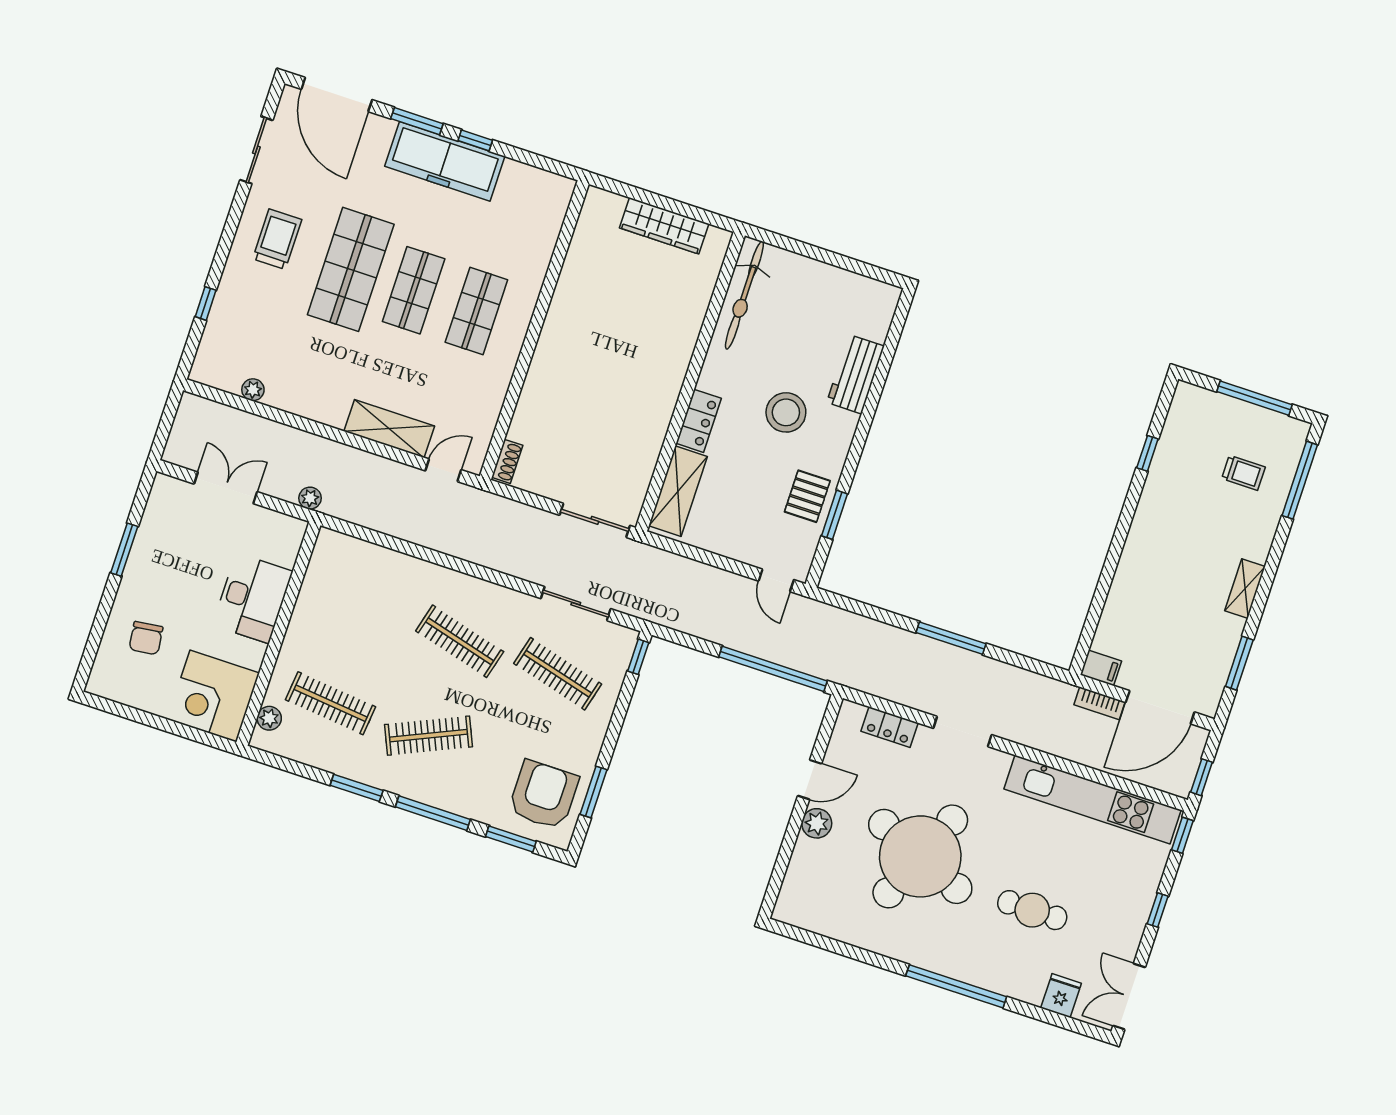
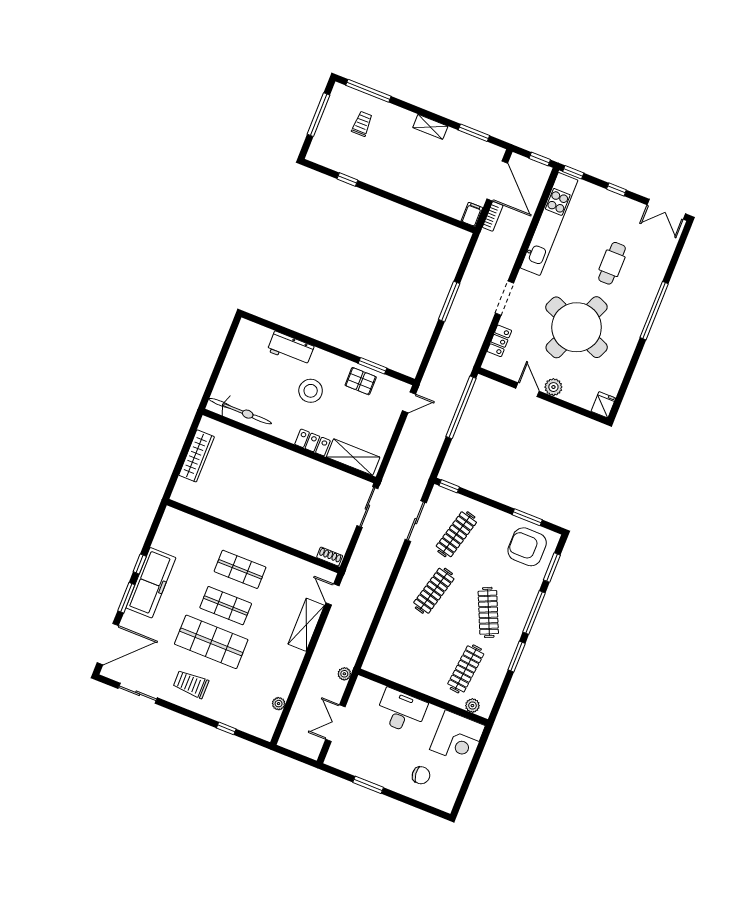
fridge: (1061, 996) -> (603, 405), moved, turned 90

